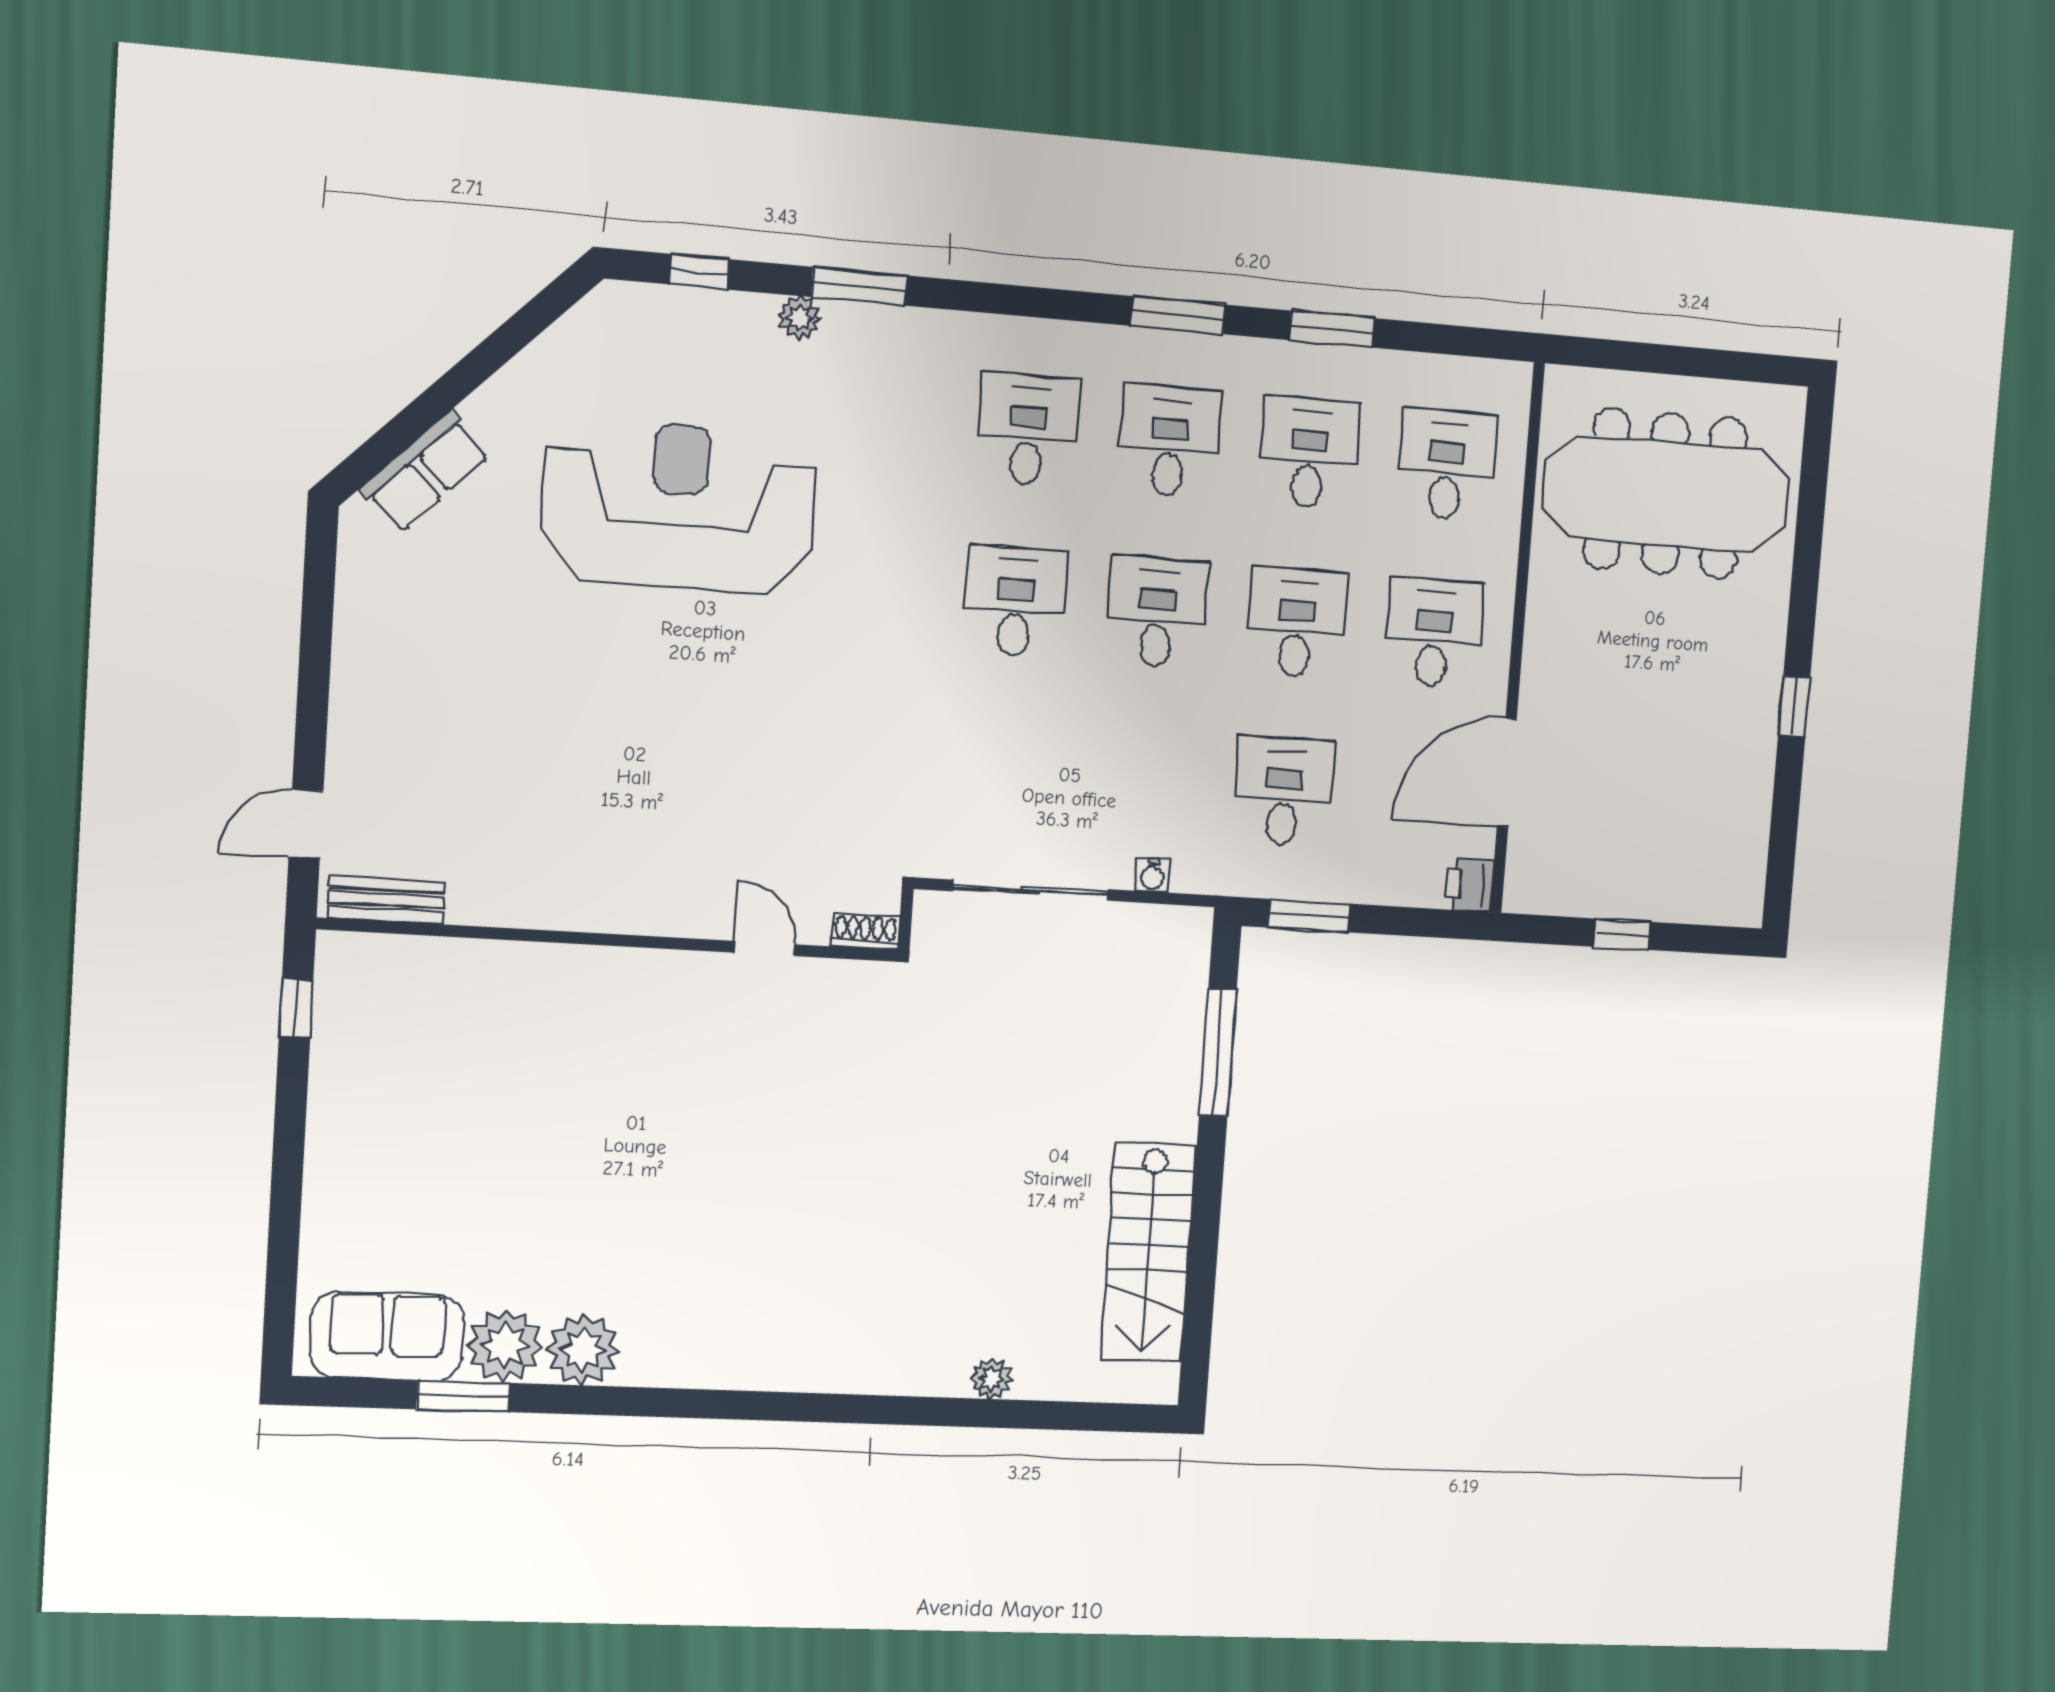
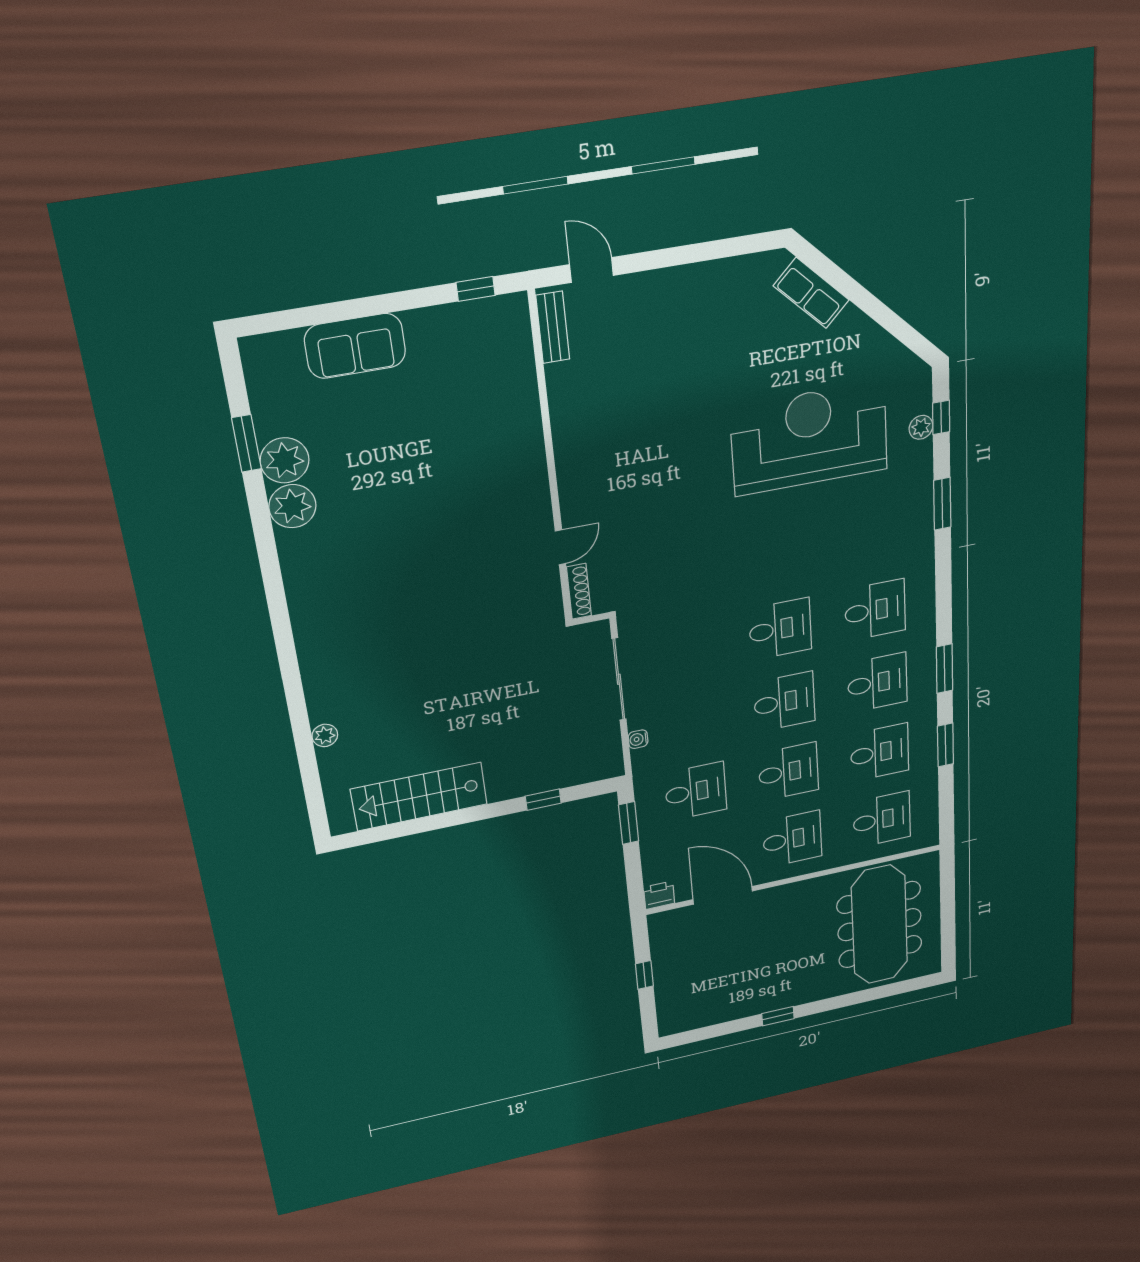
plant: (800, 318) -> (921, 427), moved
reception desk: (679, 507) -> (809, 438), turned -90
shoe rack: (865, 932) -> (579, 591), width x1.43
window: (1218, 1052) -> (543, 800), width x0.46
sofa: (387, 1336) -> (355, 346), moved, turned 90

